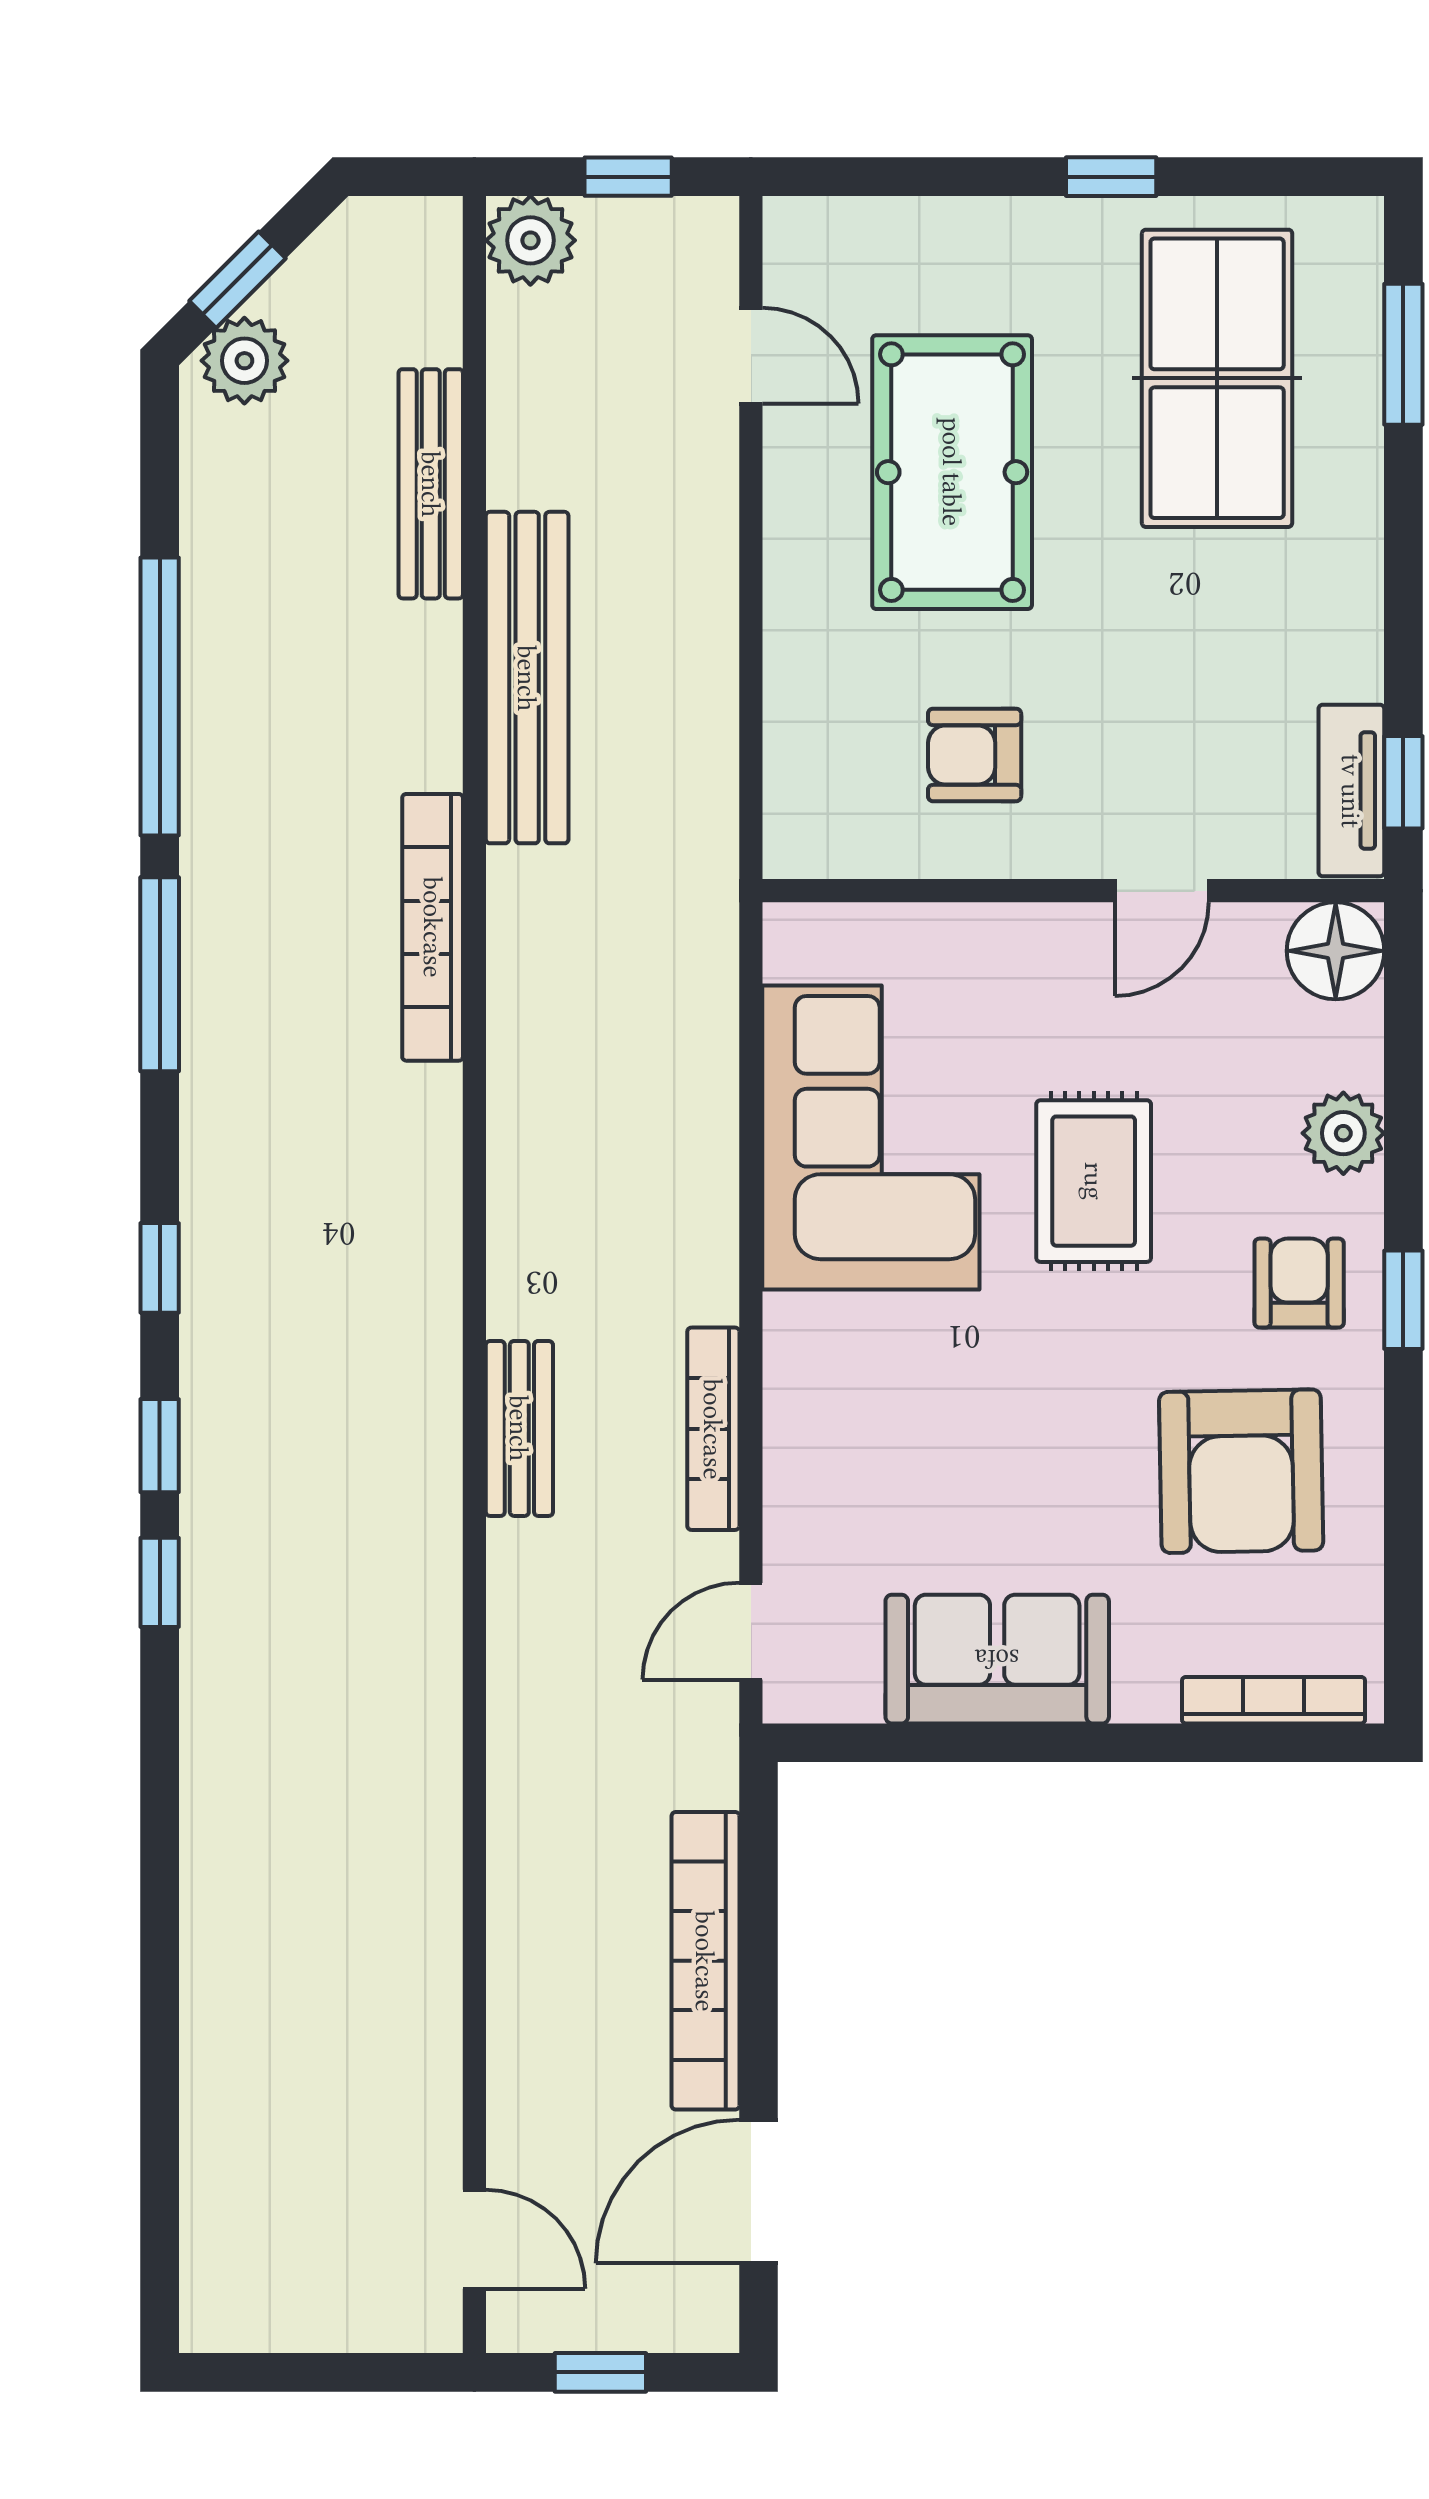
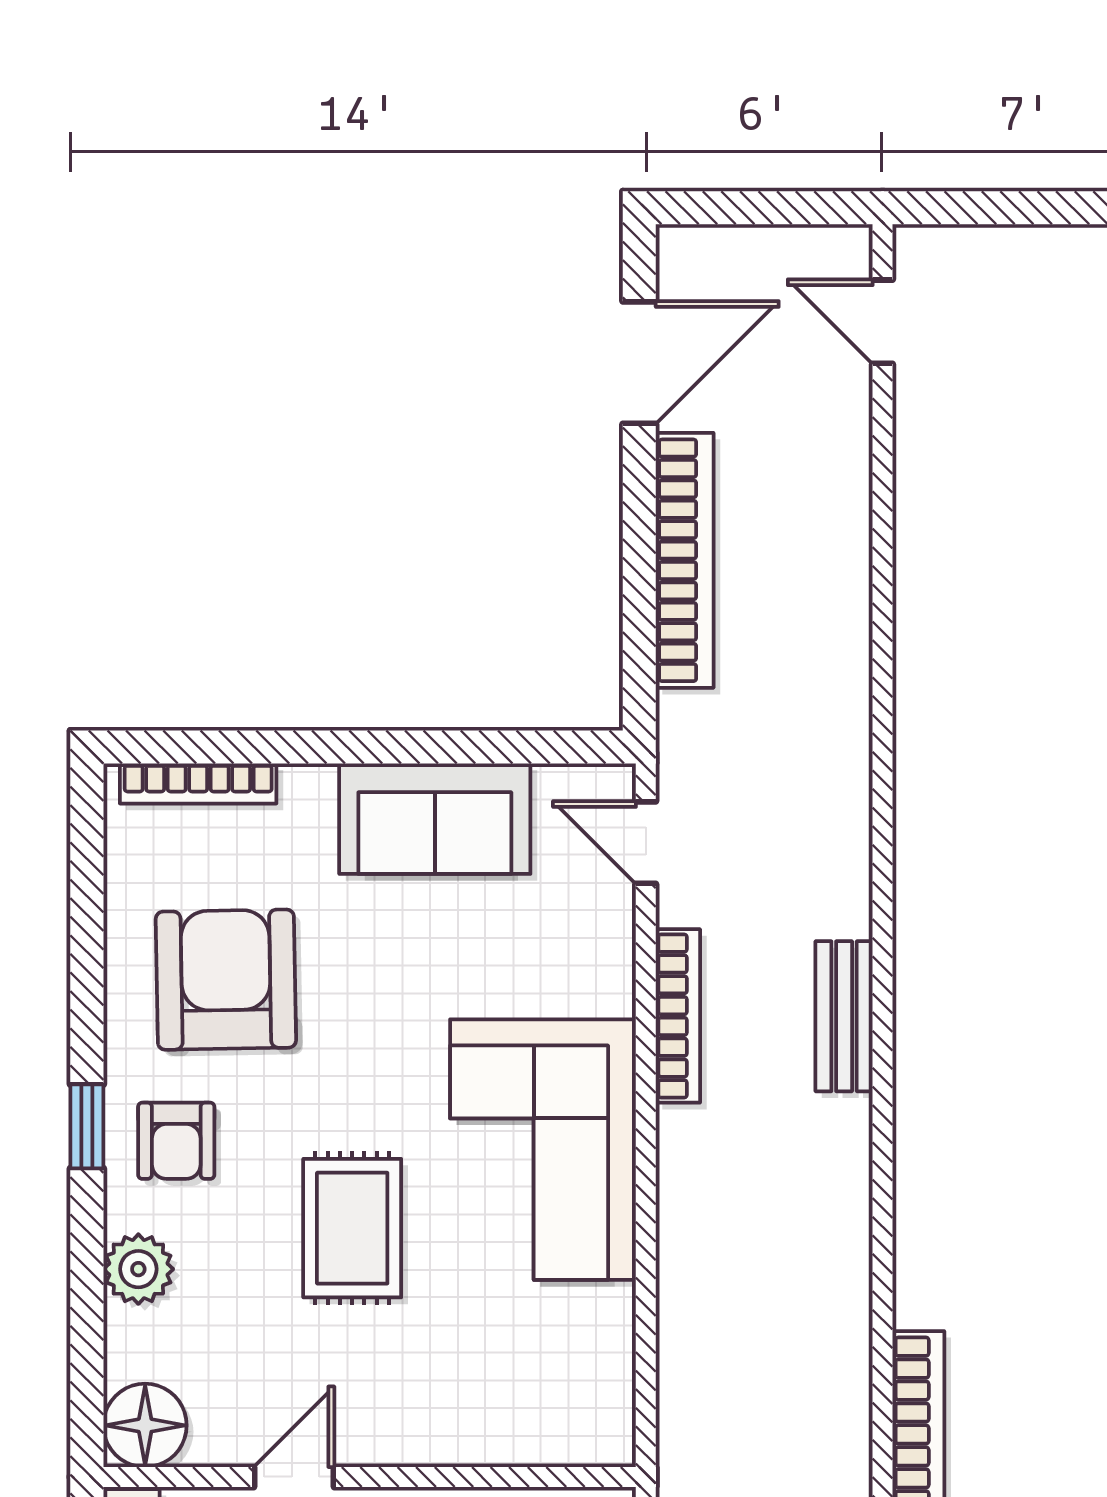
corner sofa: (871, 1138) -> (543, 1150), moved
door: (751, 1631) -> (646, 843), swing flipped
window: (600, 2372) -> (775, 208), removed

